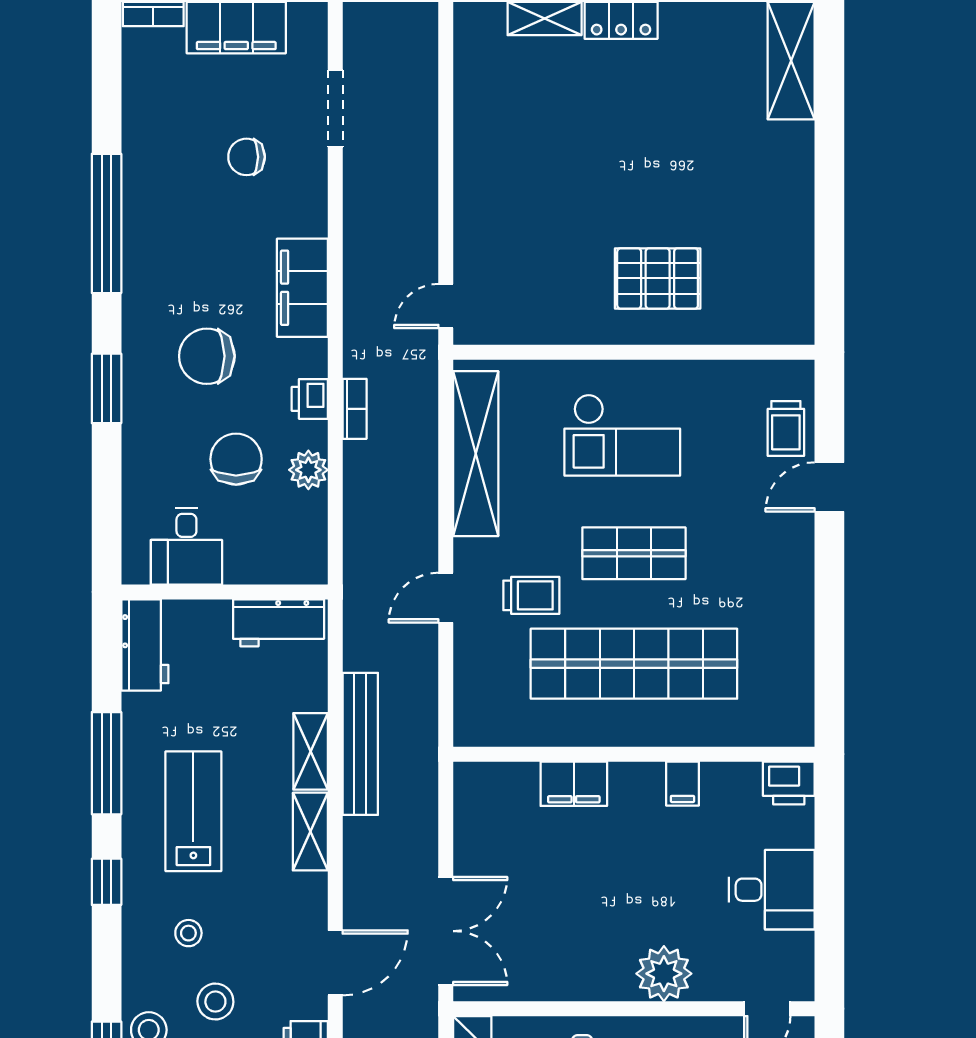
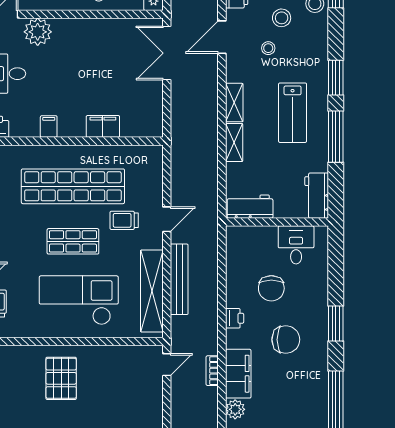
pallet: (658, 278) -> (61, 378), turned 90
bookcase: (355, 409) -> (212, 371), moved
checkout: (622, 435) -> (79, 300), width x1.36, depth x1.21
plant: (308, 470) -> (235, 409), moved
bench: (360, 744) -> (179, 279), moved
window: (107, 882) -> (336, 78), width x1.50
stool: (188, 933) -> (268, 48), moved
plant: (664, 974) -> (38, 32), moved

